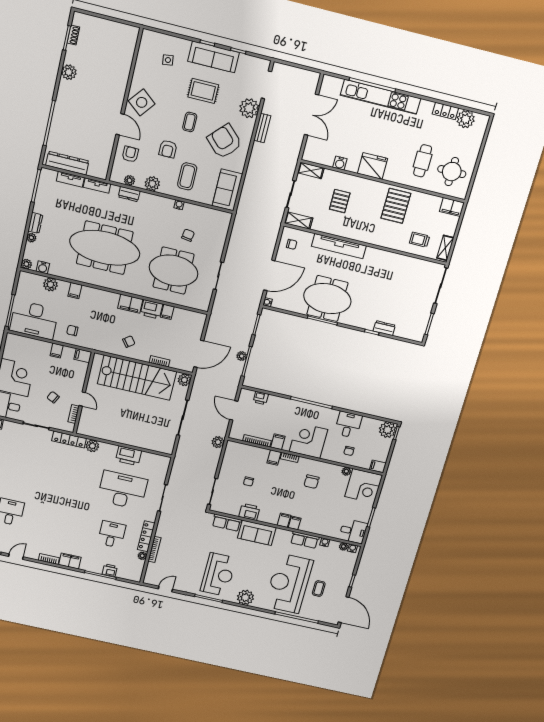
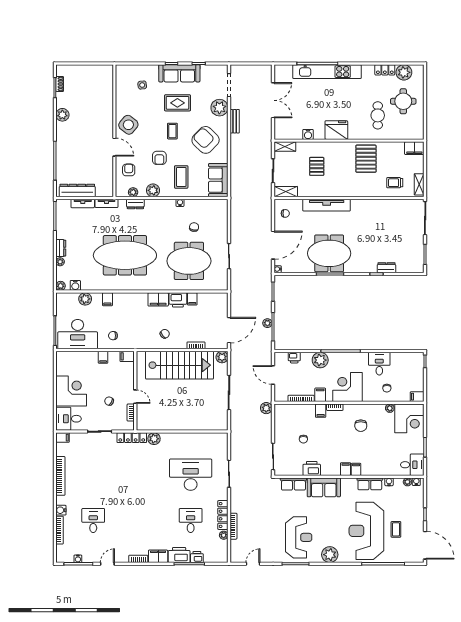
round table: (452, 172) -> (403, 101), moved
plant: (388, 430) -> (320, 360), moved
printer: (128, 456) -> (179, 555), moved, turned 180

